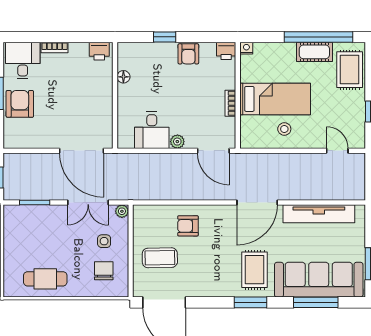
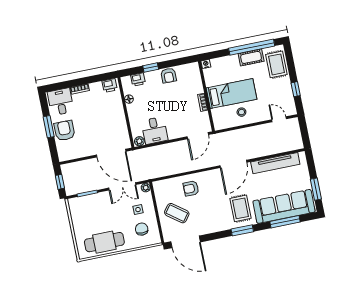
printer: (226, 51) -> (138, 80), moved
plant: (177, 142) -> (139, 141), moved
door: (213, 151) -> (198, 136), hinge flipped
coffee table: (160, 258) -> (177, 213), turned 38
cafe table: (45, 279) -> (104, 242), width x1.37, depth x1.35

